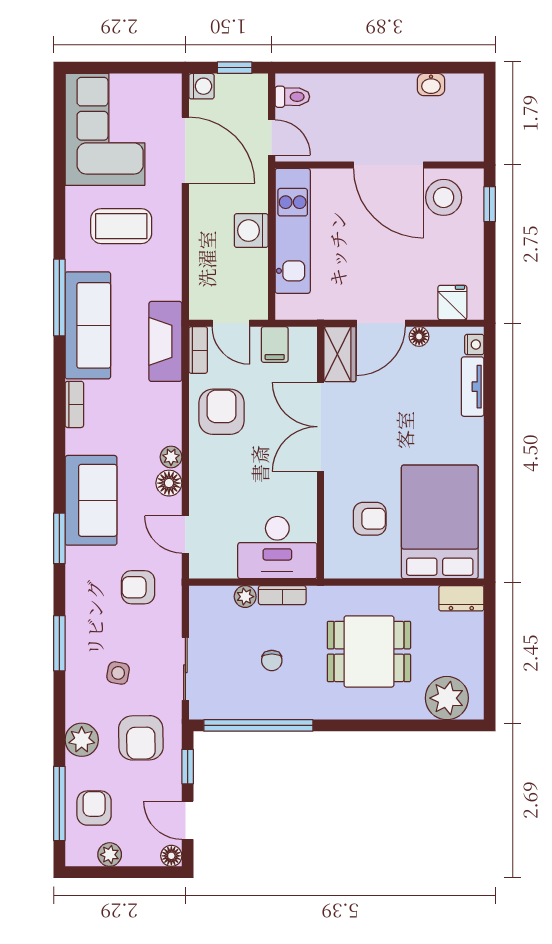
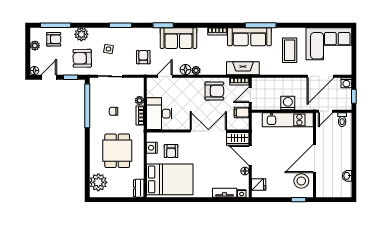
nightstand: (362, 566) -> (152, 148), added

